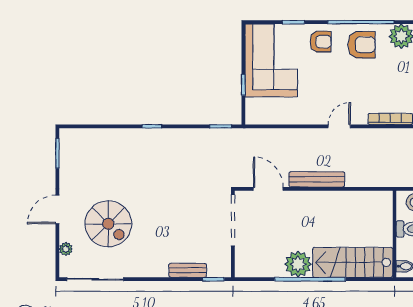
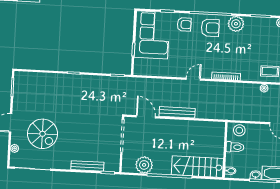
plant: (298, 264) -> (144, 165), moved
bench: (188, 270) -> (87, 166), width x1.36

